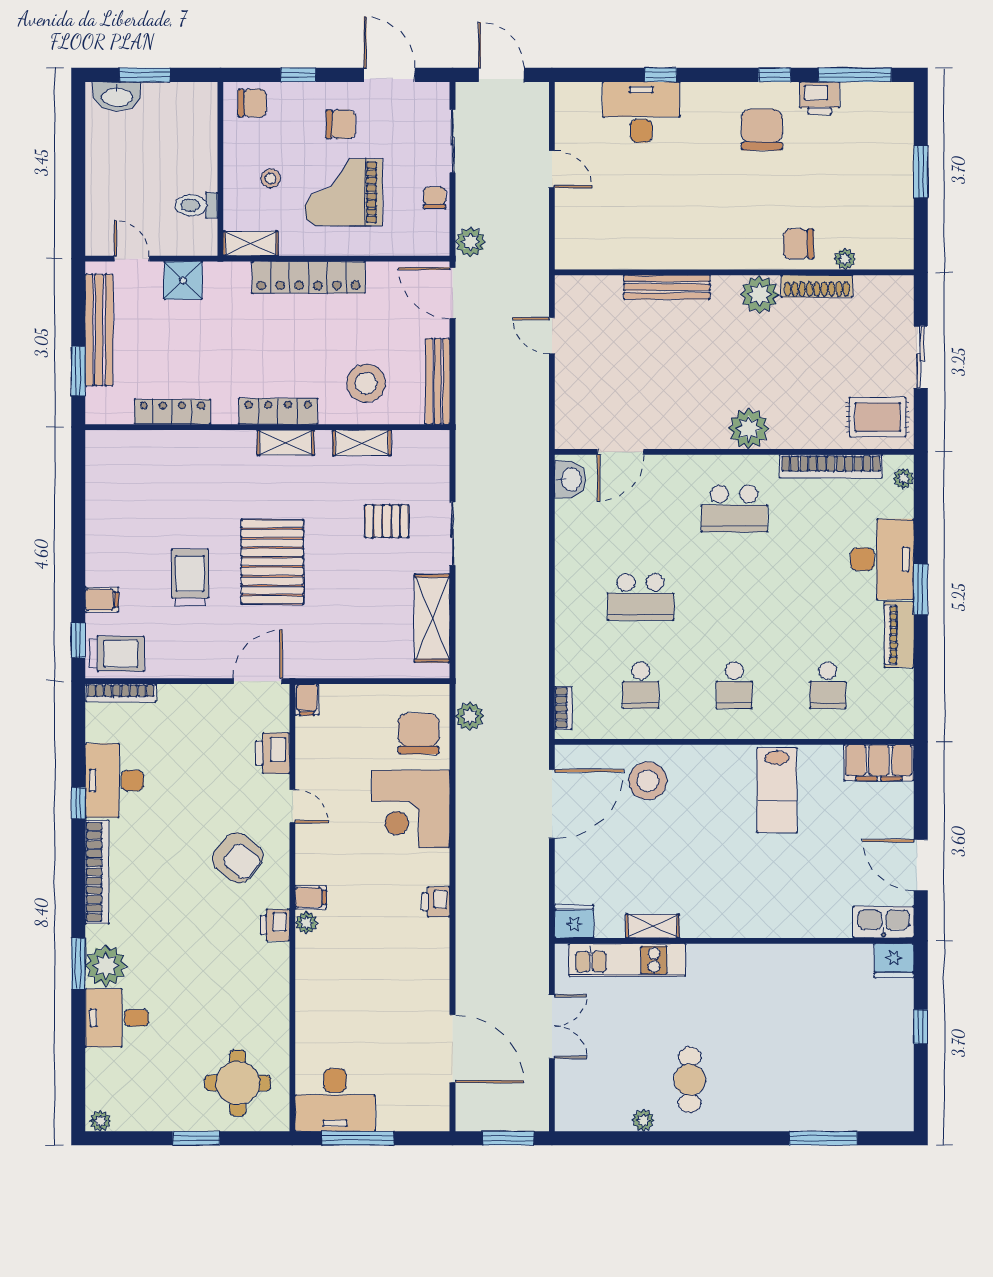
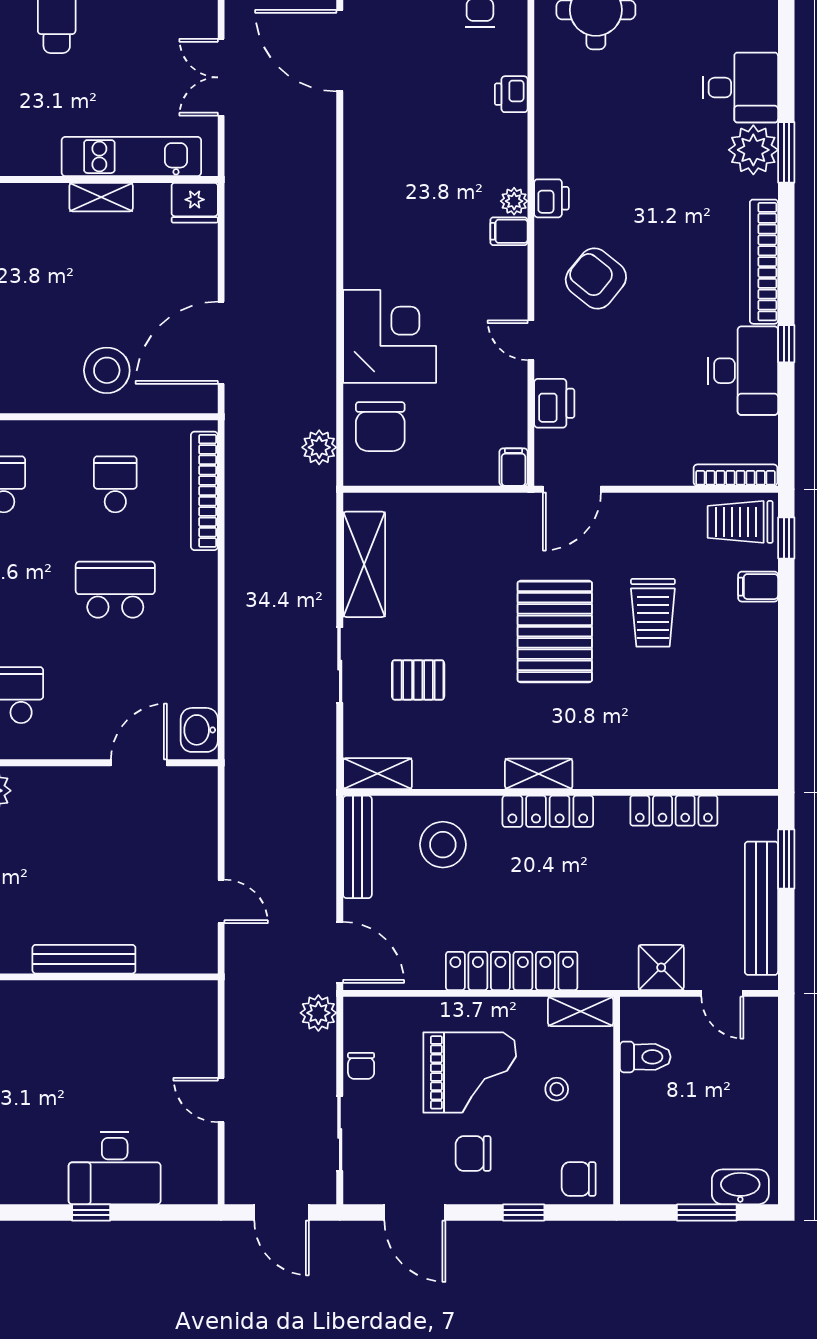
shelving: (362, 443) -> (378, 774), moved
bookcase: (563, 708) -> (204, 491), width x2.31, depth x1.31
printer: (436, 902) -> (511, 94), moved, turned 180

